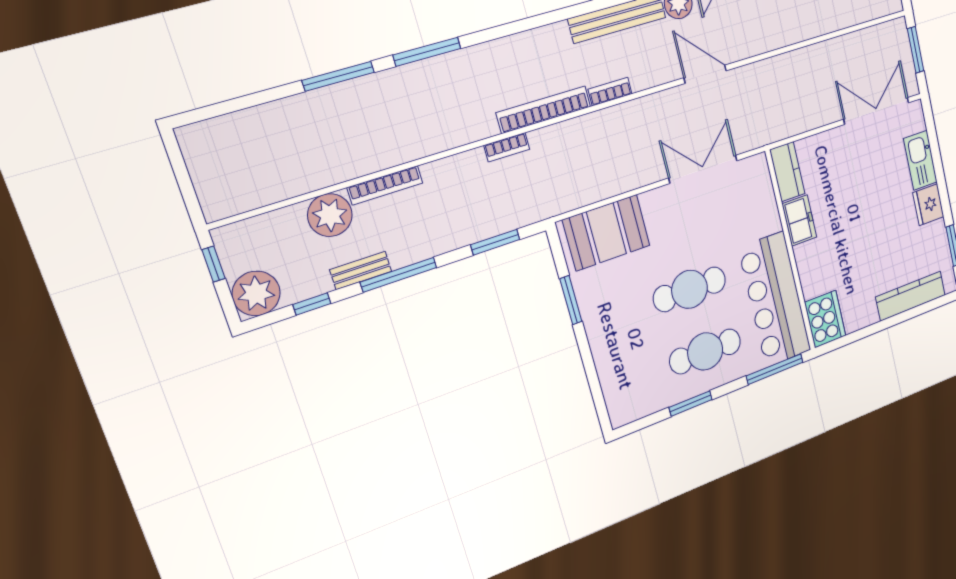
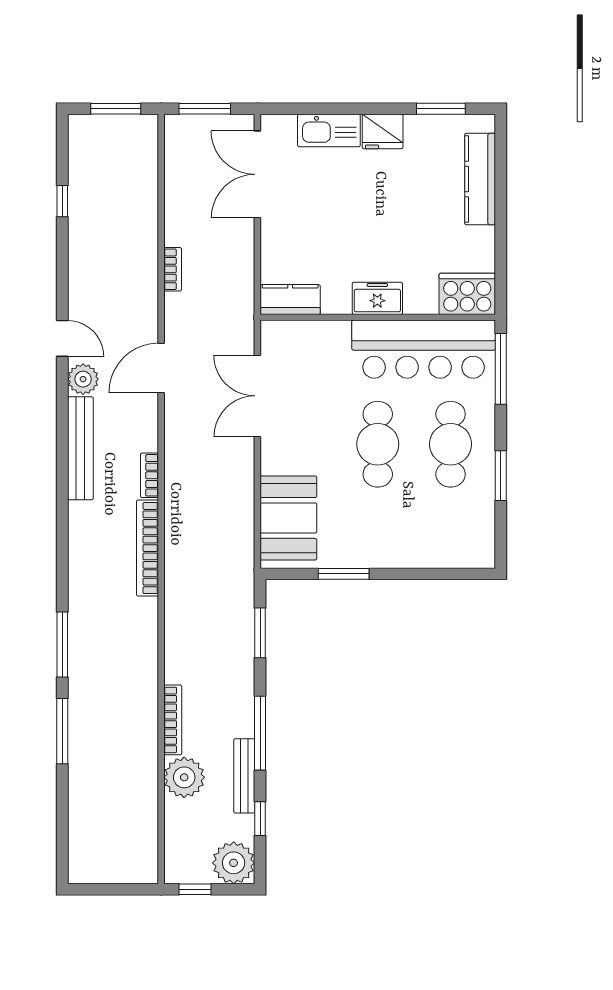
bookcase: (507, 147) -> (173, 269), moved
freezer: (799, 221) -> (377, 298), moved
bench: (361, 270) -> (244, 776), width x1.36

